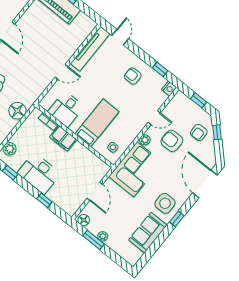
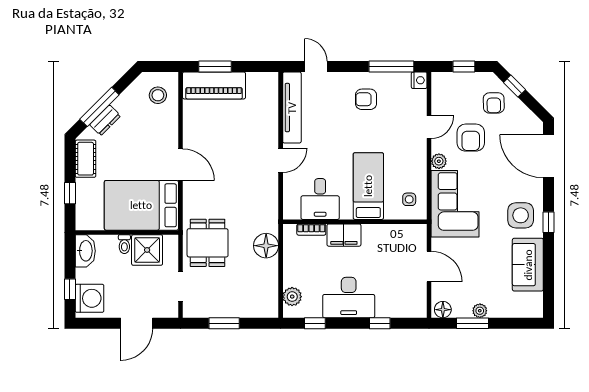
window: (160, 69) -> (391, 66), width x2.17
armchair: (172, 141) -> (471, 138), turned -90

